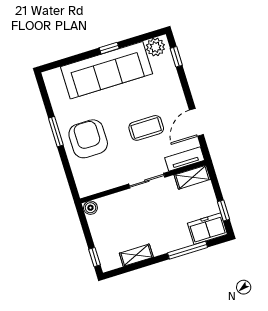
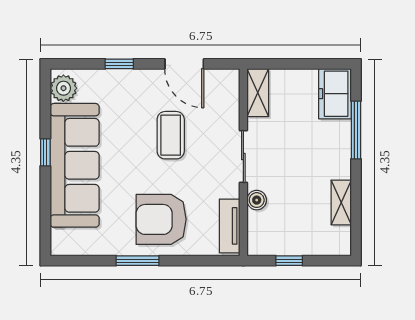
window: (176, 57) -> (119, 64), moved
tv unit: (185, 159) -> (230, 226), moved
boiler: (90, 208) -> (257, 200), moved
window: (224, 210) -> (317, 64), removed
window: (95, 257) -> (289, 261), moved

